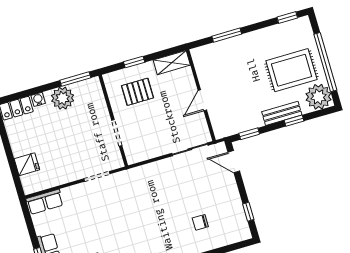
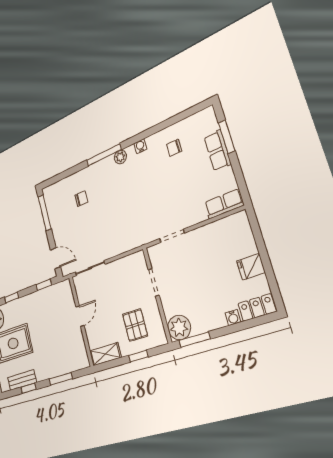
window: (287, 18) -> (28, 388), moved
pallet: (138, 92) -> (135, 325), turned 90
plant: (63, 98) -> (179, 328), moved
bench: (282, 113) -> (22, 380), moved
fridge: (27, 164) -> (251, 267), moved
window: (248, 212) -> (45, 213), width x2.17

